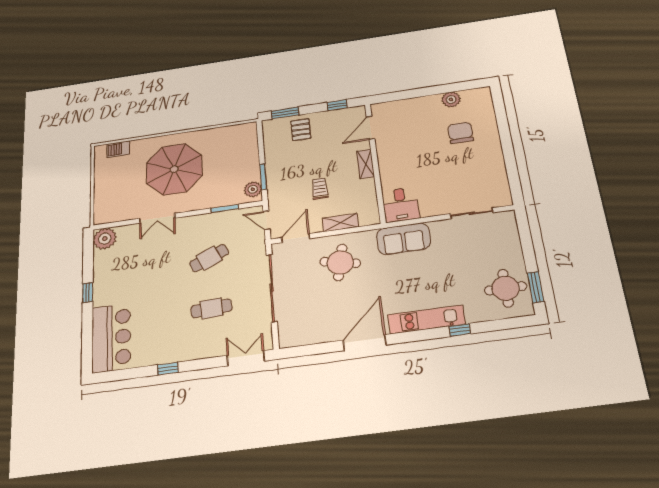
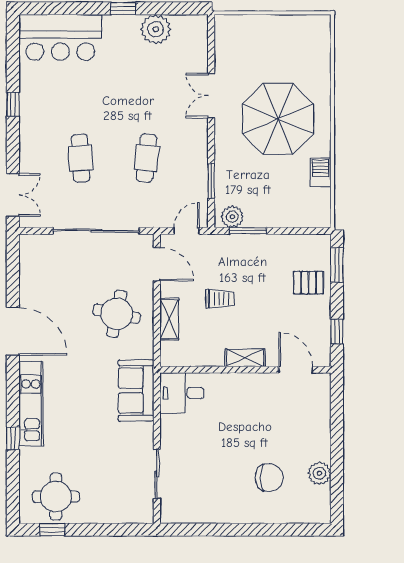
barbecue: (118, 149) -> (320, 172), moved
plant: (105, 239) -> (156, 29), moved
cafe table: (209, 258) -> (147, 158), turned 30
window: (536, 287) -> (52, 530), width x0.67

